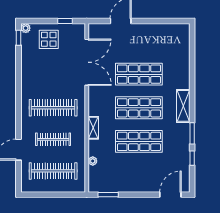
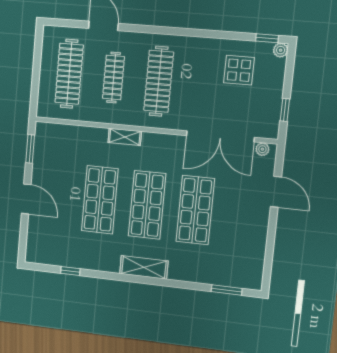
display table: (49, 39) -> (239, 70), moved
window: (192, 133) -> (227, 290), moved
plant: (93, 161) -> (262, 149), moved
door: (170, 195) -> (26, 199), moved

